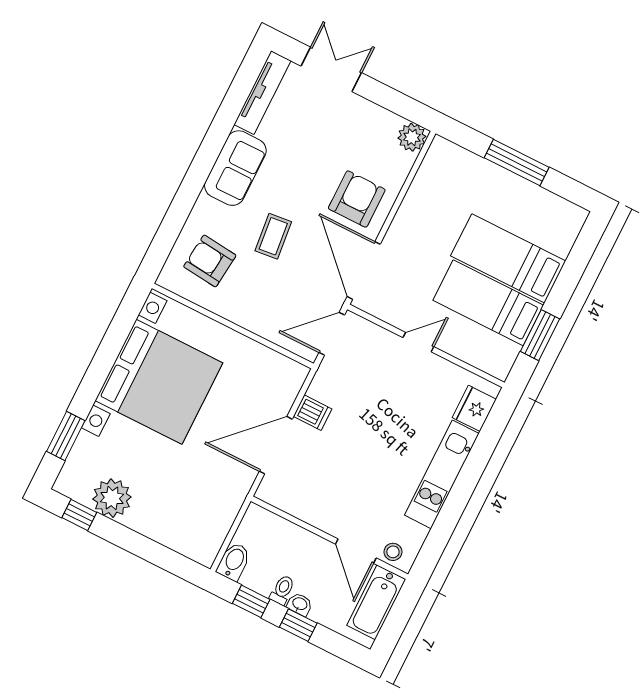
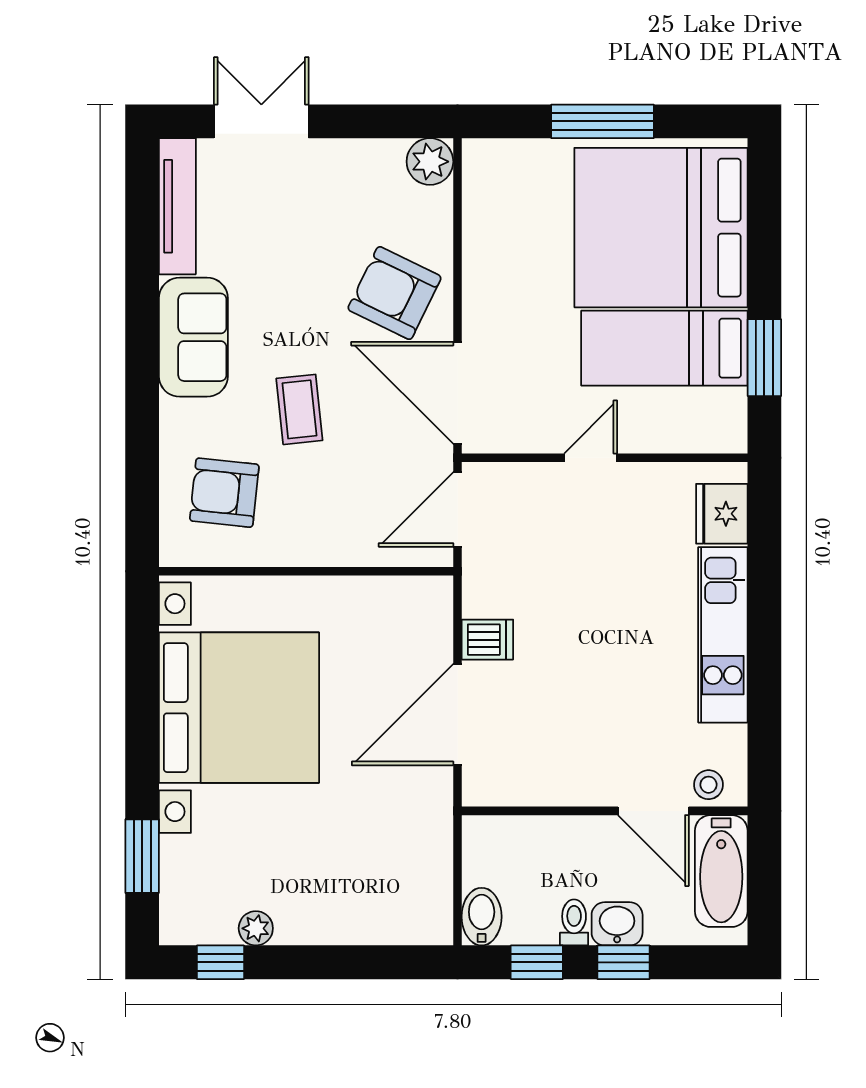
armchair: (357, 199) -> (394, 293), turned -64
bed: (508, 258) -> (661, 228), width x2.04
plant: (112, 498) -> (256, 928), width x0.53, depth x0.53
washbasin: (300, 604) -> (617, 924), width x1.38, depth x1.45

